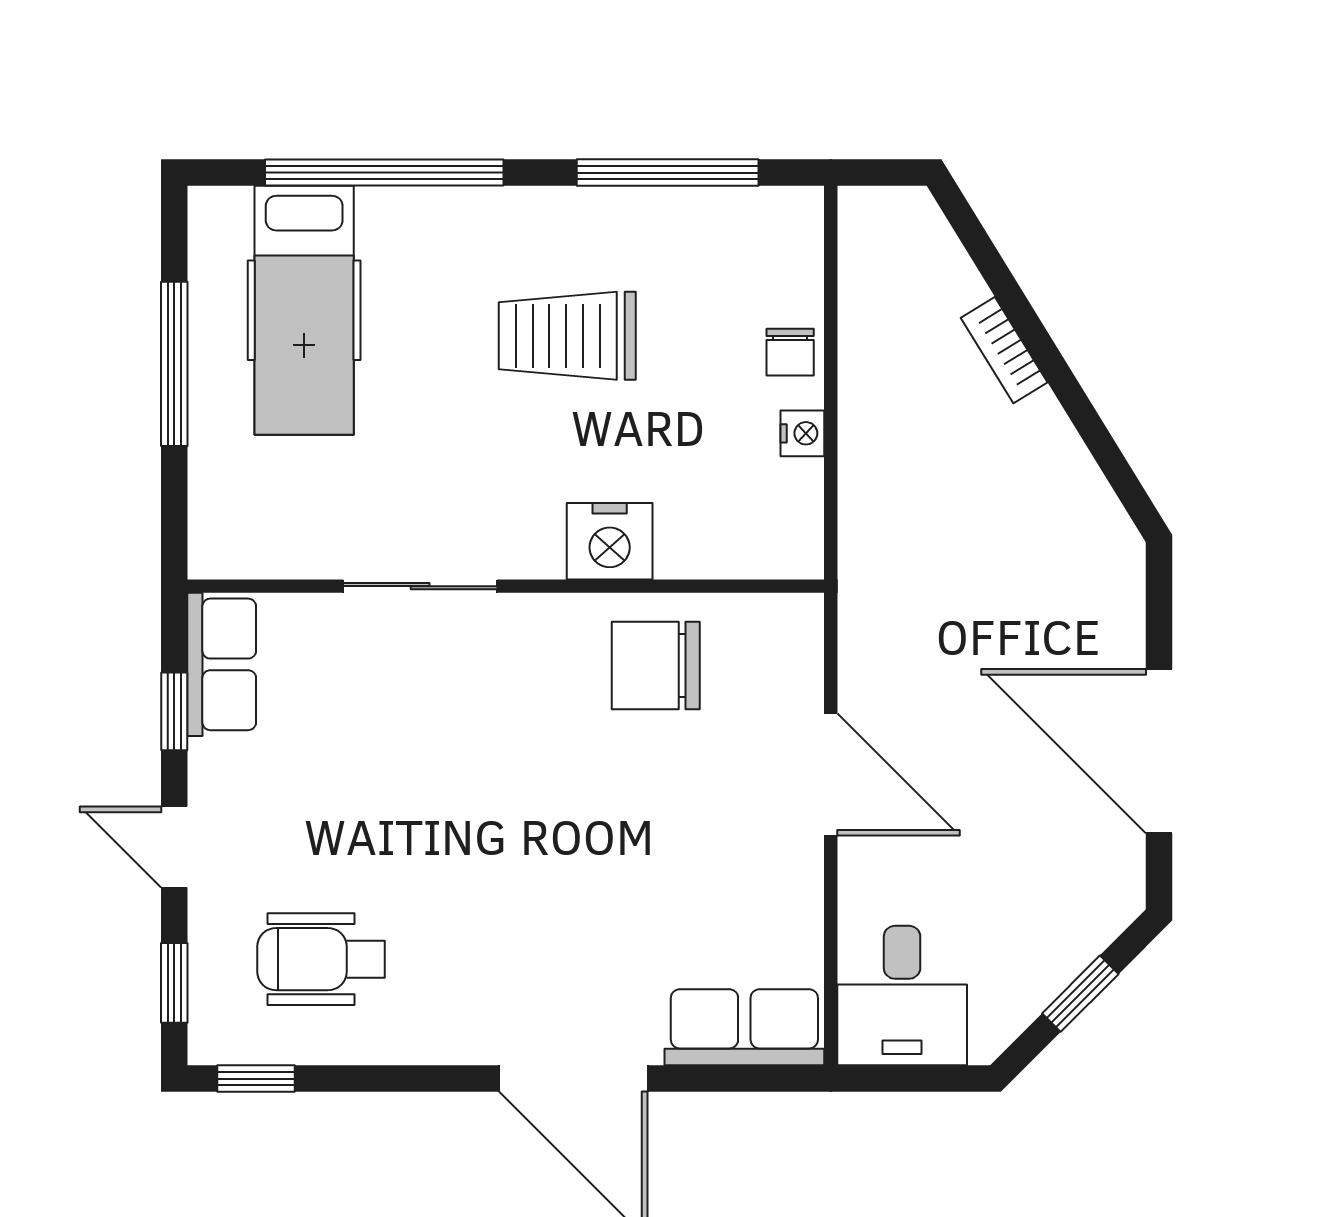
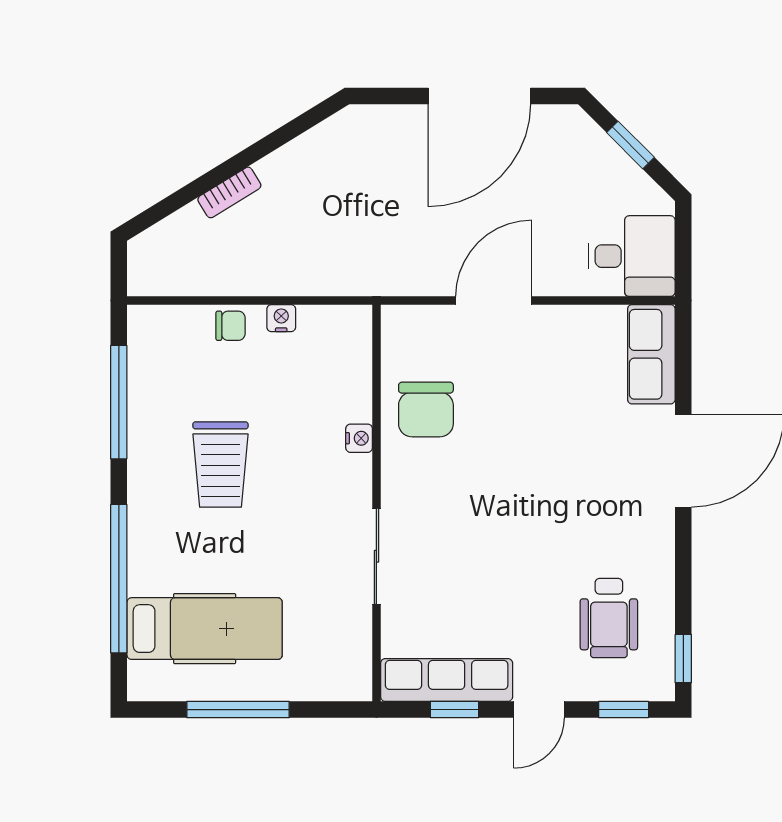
nightstand: (610, 541) -> (359, 438), width x0.53, depth x0.56
row of seats: (222, 664) -> (447, 680), width x1.48

